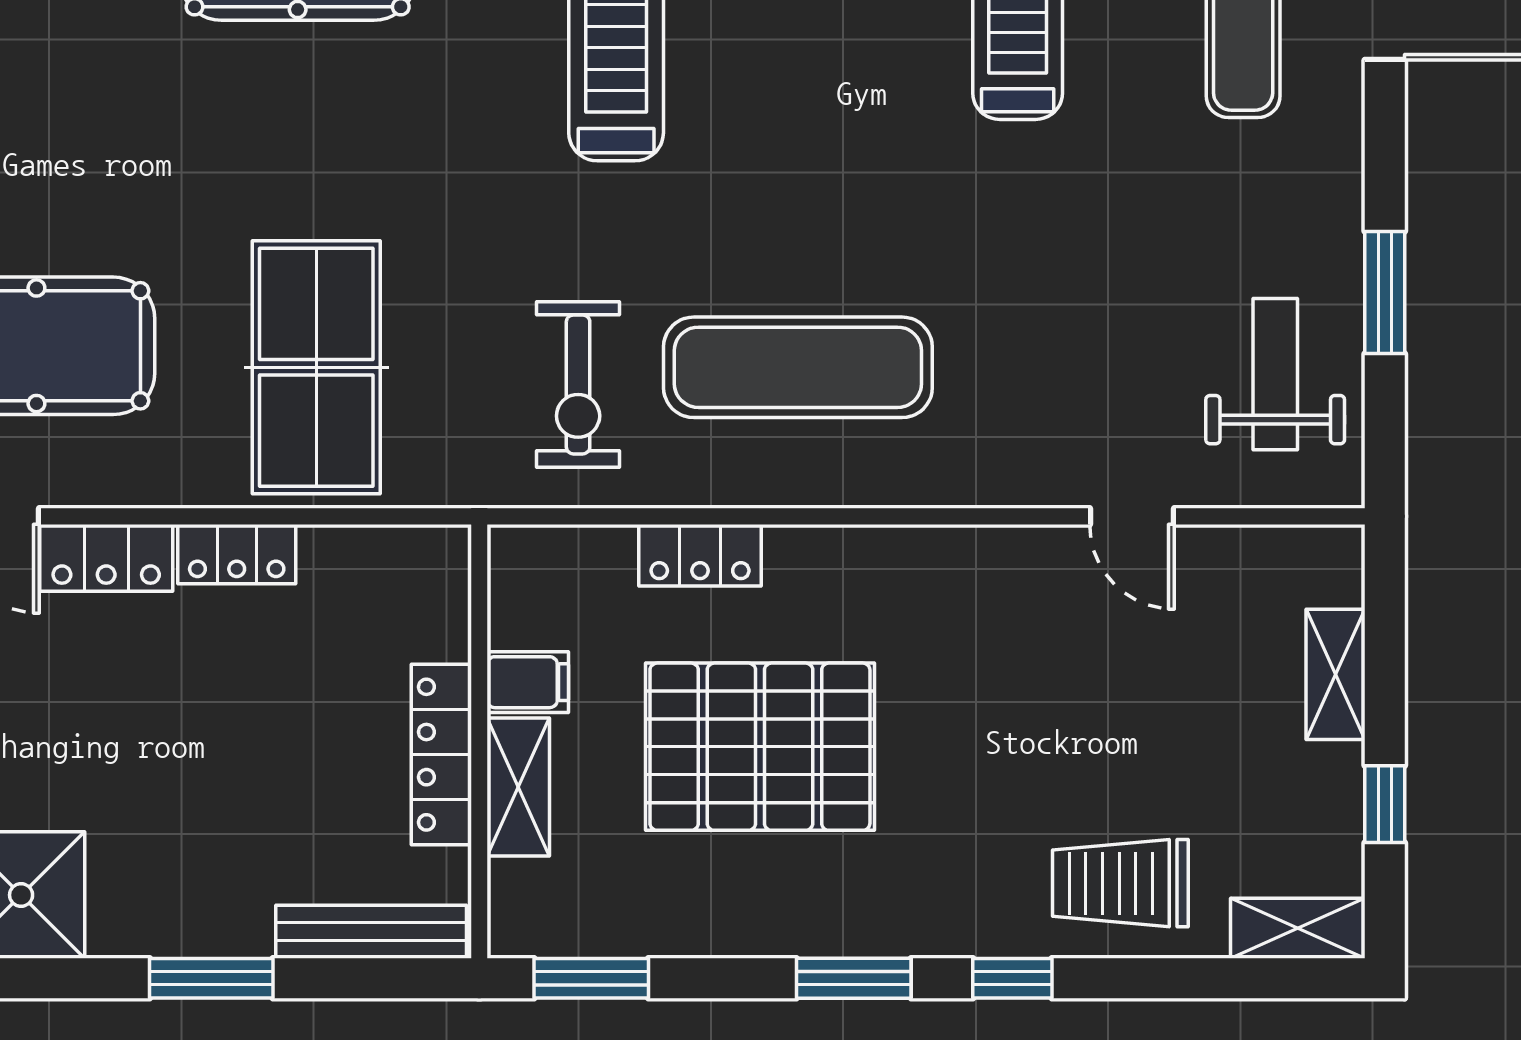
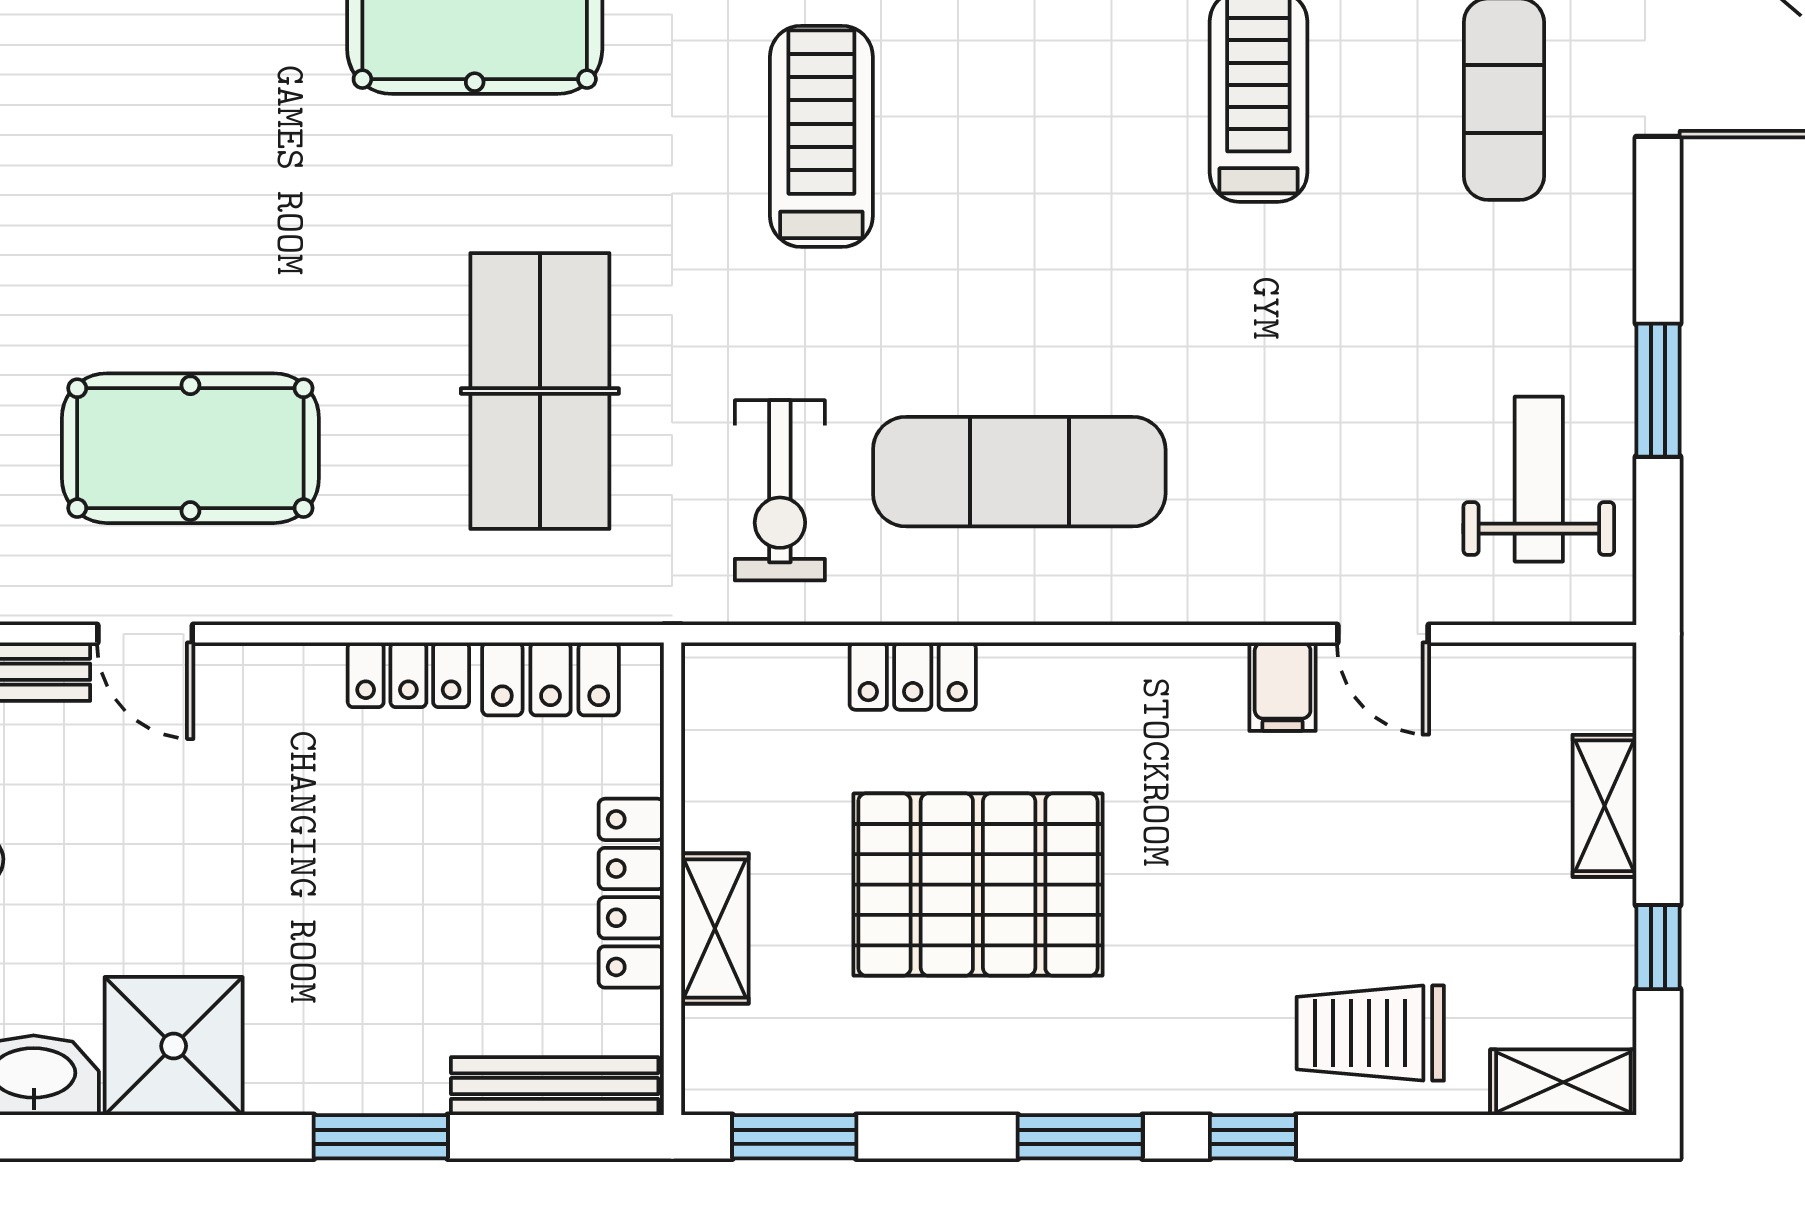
table tennis table: (316, 367) -> (540, 391), moved
locker: (106, 558) -> (551, 679), moved
filing cabinet: (528, 682) -> (1283, 687), moved, turned 90

